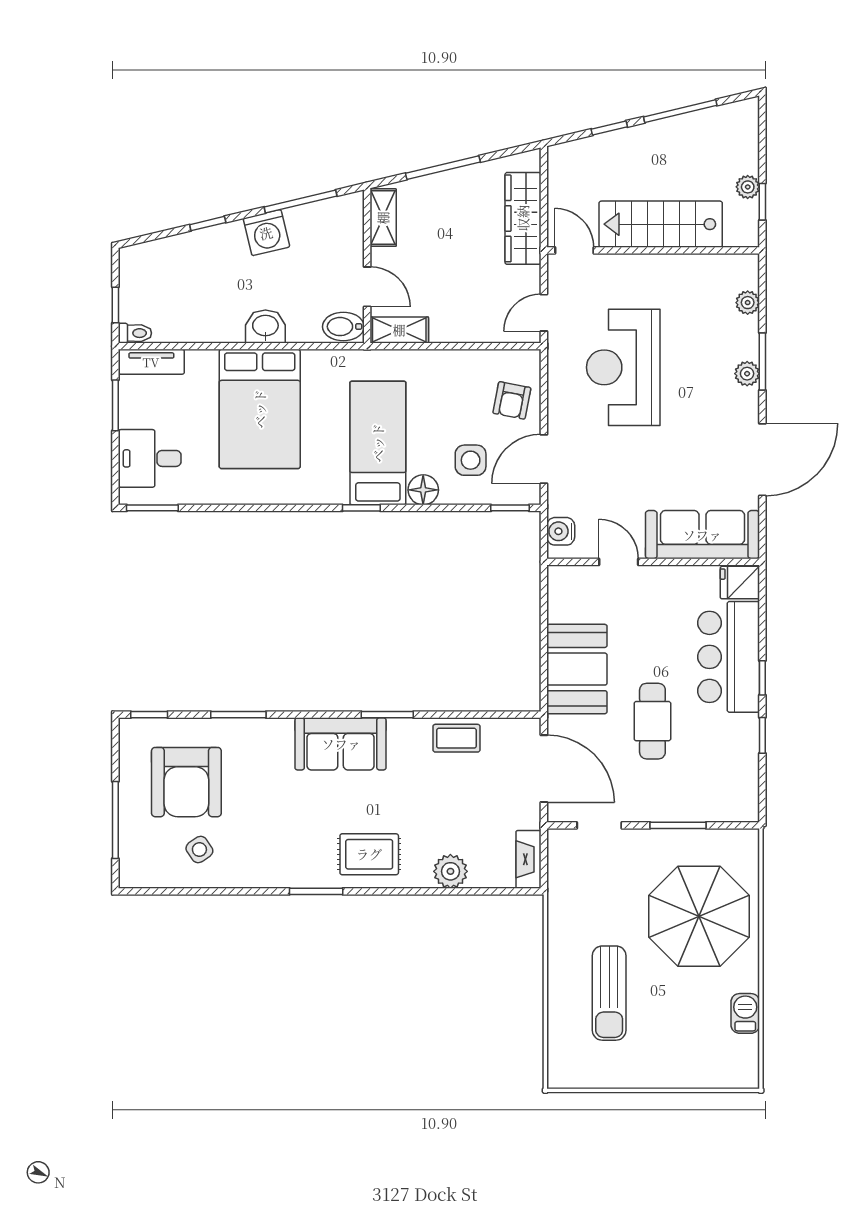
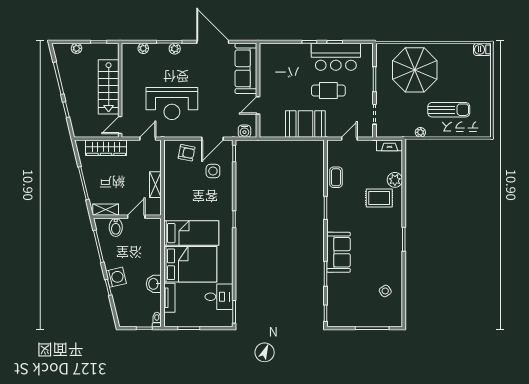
plant: (748, 187) -> (77, 48), moved
washing machine: (266, 233) -> (116, 277), moved
door: (544, 313) -> (148, 139), swing flipped
washbasin: (265, 327) -> (154, 284), moved
bidet: (343, 327) -> (116, 227), moved
shelving: (399, 330) -> (155, 185), moved
tv unit: (151, 362) -> (169, 298), moved
bed: (378, 443) -> (191, 233), moved, turned 180
desk: (150, 458) -> (219, 297), moved, turned -90
door: (544, 459) -> (212, 139), hinge flipped
floor lamp: (423, 490) -> (226, 192), removed
fridge: (740, 583) -> (267, 52), removed
bar counter: (729, 657) -> (336, 57), moved
sofa: (341, 744) -> (338, 252), moved
door: (544, 769) -> (349, 139), width x0.53
armchair: (186, 782) -> (355, 297), removed
rug: (369, 854) -> (379, 198), moved, turned 90
plant: (558, 929) -> (420, 132), added
barbecue: (745, 1013) -> (482, 49), moved

